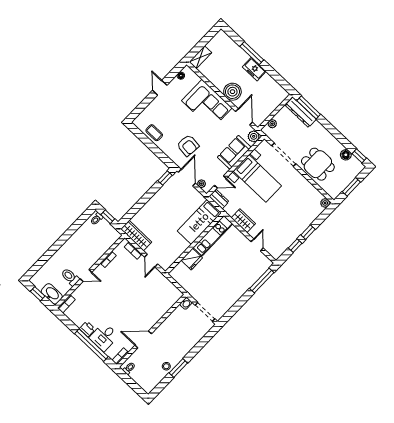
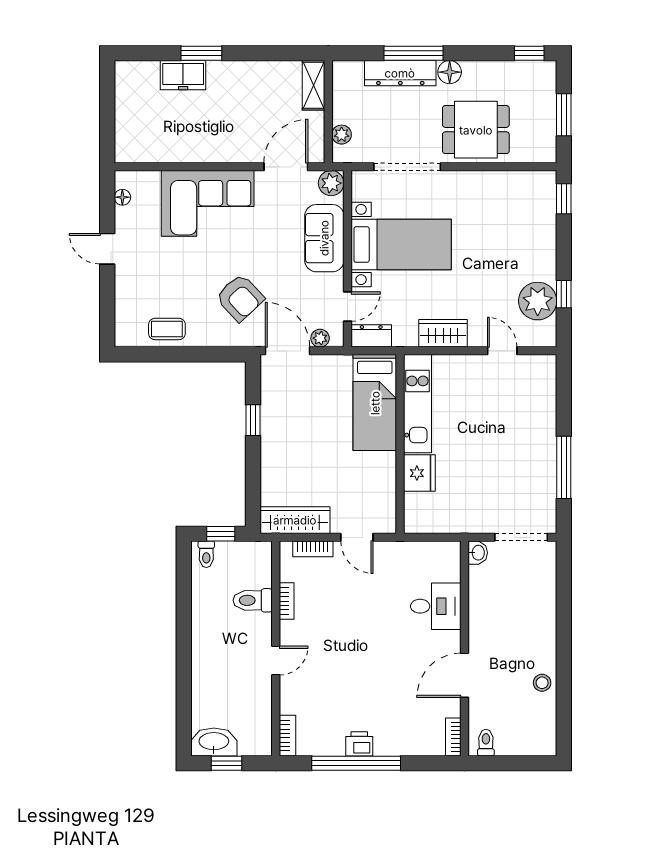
window: (252, 53) -> (201, 53), width x0.69
shelving: (200, 57) -> (314, 85), moved
freezer: (254, 69) -> (183, 75), moved
boiler: (232, 92) -> (229, 144), removed
window: (309, 107) -> (413, 53), moved
dresser: (301, 112) -> (400, 73), moved
door: (244, 117) -> (286, 167), hinge flipped
armchair: (188, 145) -> (240, 298), turned 41
floor lamp: (346, 155) -> (450, 72), moved
window: (165, 178) -> (253, 420), moved
plant: (325, 203) -> (538, 301), moved, width x1.87, depth x1.87
window: (308, 232) -> (564, 199), moved
toilet: (70, 277) -> (253, 600), moved
window: (262, 281) -> (564, 467), moved
washbasin: (52, 294) -> (214, 742), moved
desk: (104, 337) -> (436, 606), moved, turned -90
window: (91, 345) -> (356, 763), moved
window: (178, 368) -> (564, 667), removed

